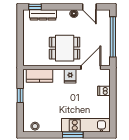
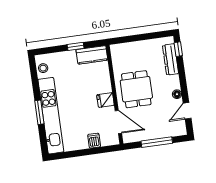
window: (113, 37) -> (157, 142), width x0.68
kitchen counter: (40, 76) -> (92, 55), moved, turned -90
kitchen unit: (86, 125) -> (51, 116), width x1.36

